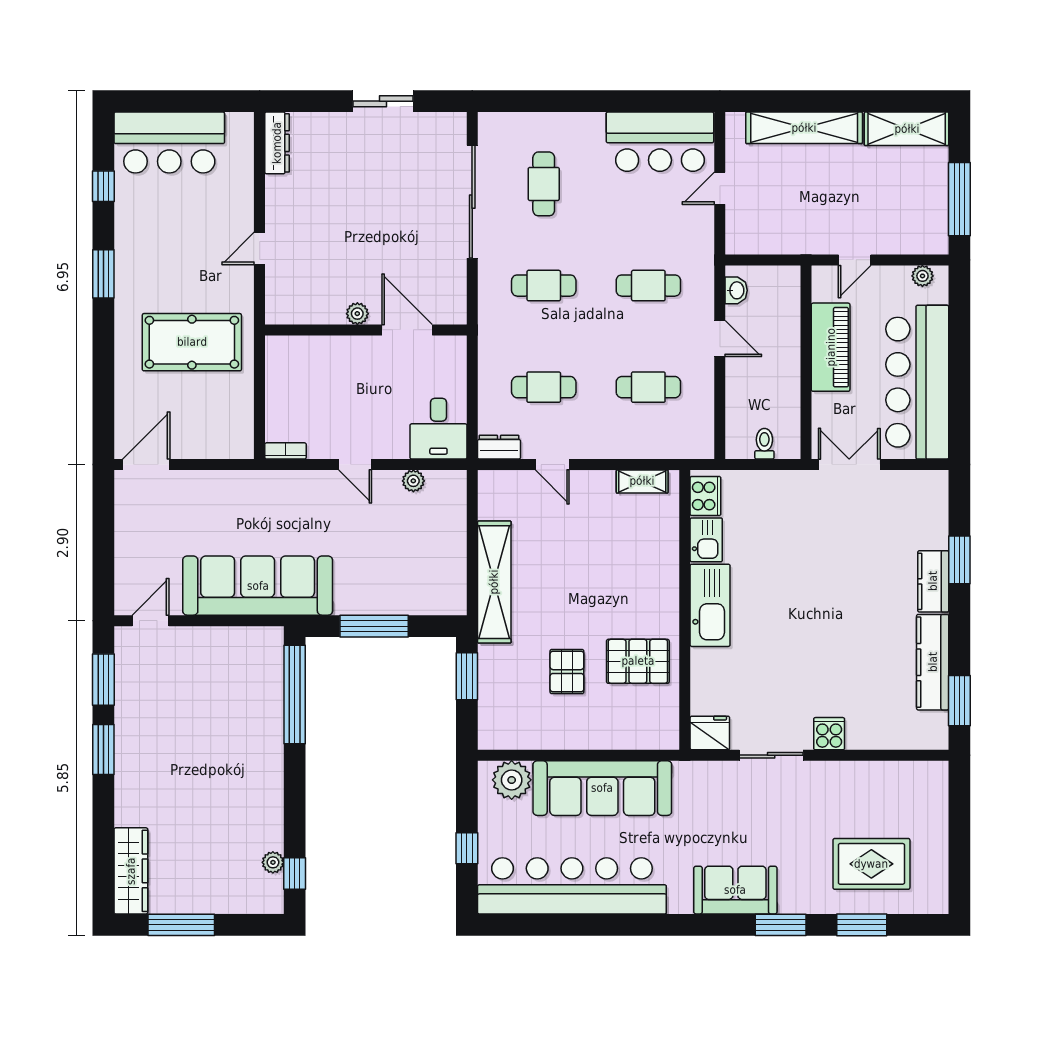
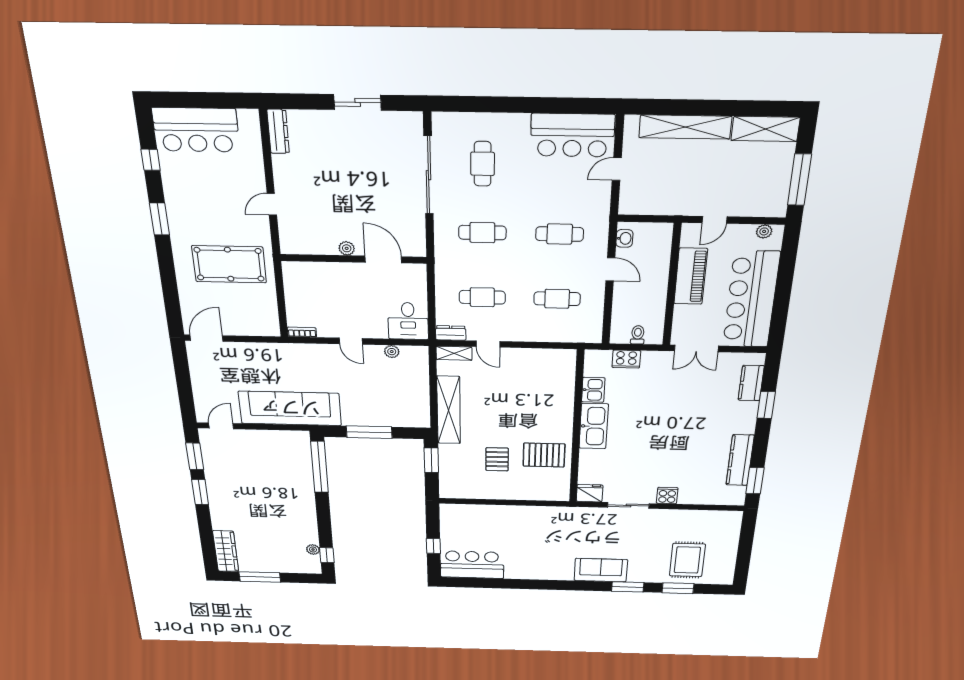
double door: (849, 465) -> (696, 348), swing flipped
shelving: (642, 481) -> (454, 353), moved
cooker: (705, 496) -> (626, 359), moved, turned 90
kitchen counter: (933, 581) -> (751, 383), moved
plant: (512, 780) -> (461, 514), removed
sofa: (602, 788) -> (519, 519), removed
rug: (871, 864) -> (687, 560), turned 90
bar counter: (572, 886) -> (472, 565), width x0.54

